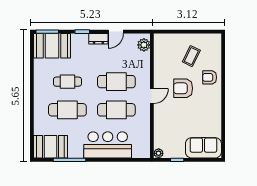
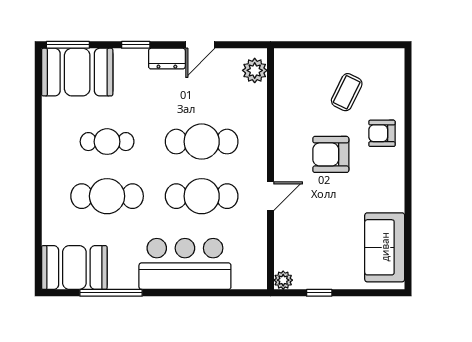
door: (152, 96) -> (270, 196), moved
sofa: (203, 148) -> (385, 247), moved, turned -90

